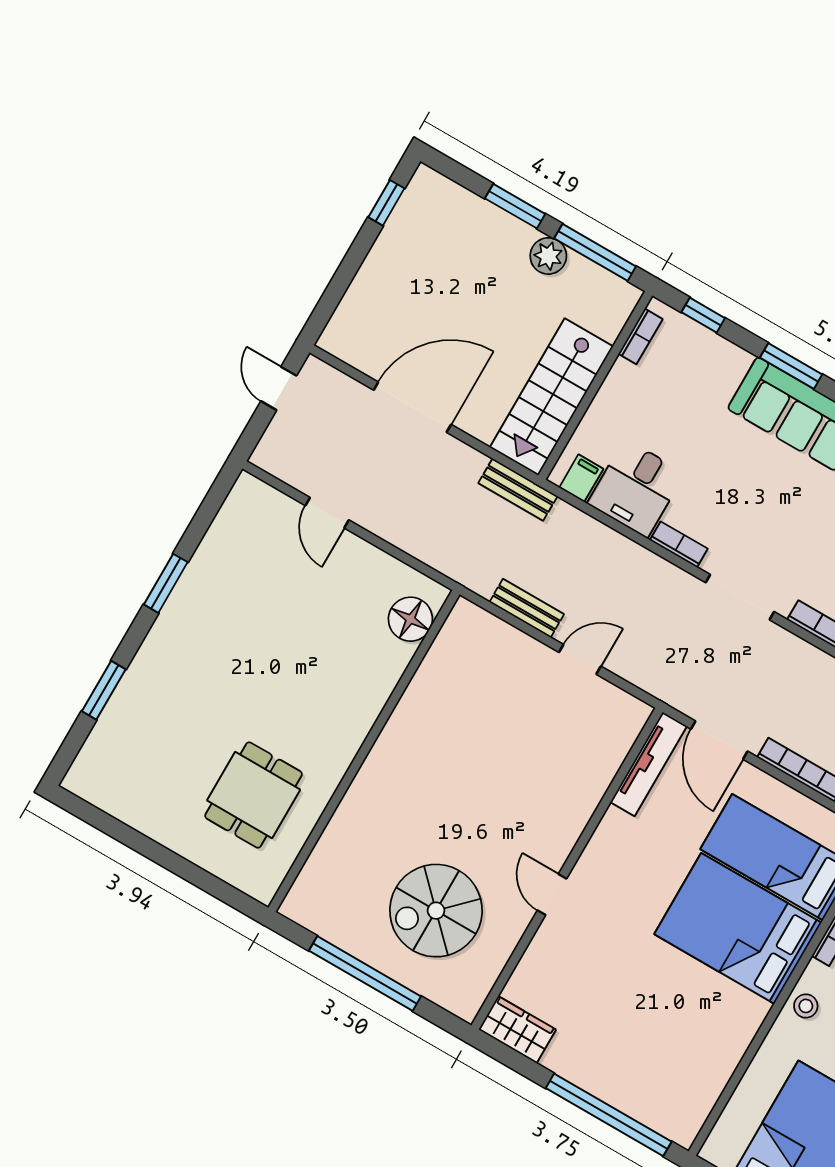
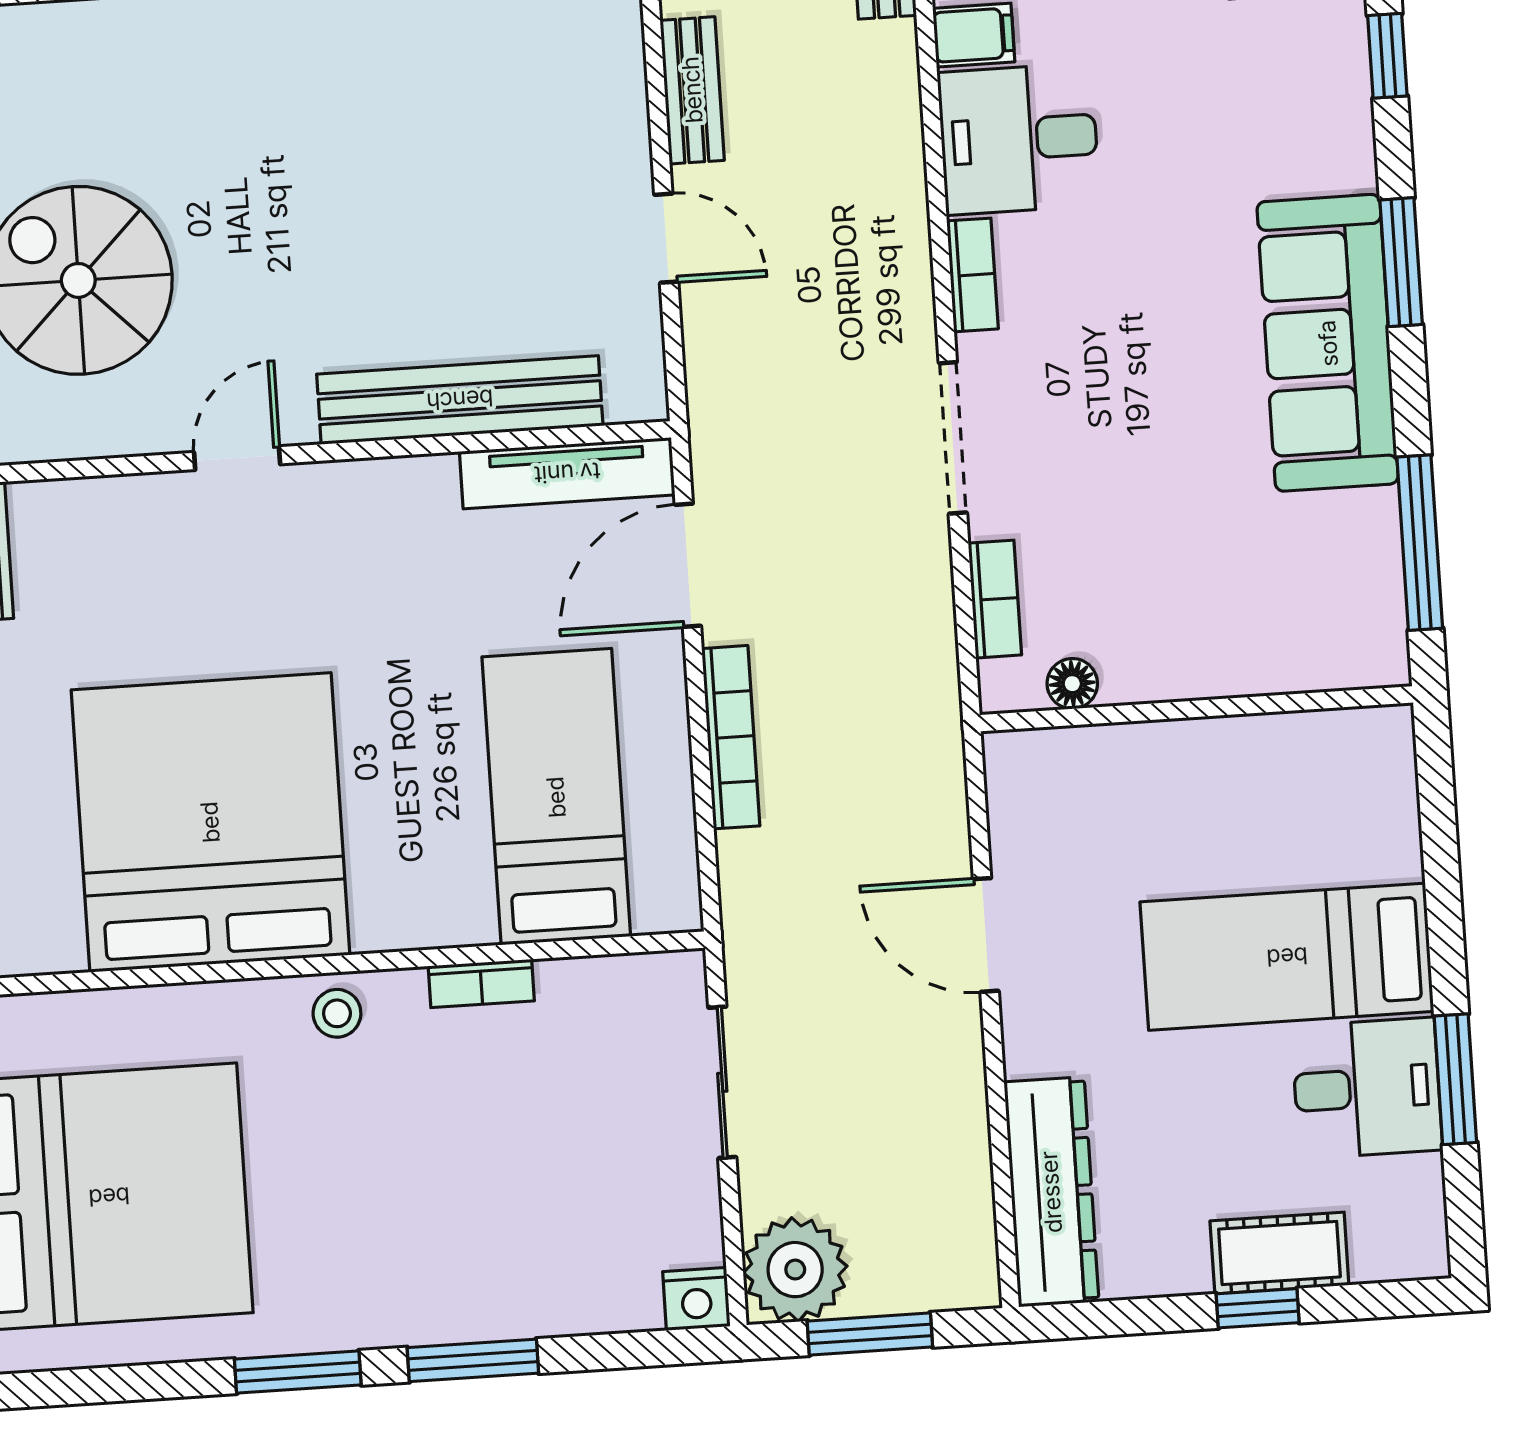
bench: (589, 788) -> (460, 400), added
bed: (738, 928) -> (210, 822), moved, width x1.36

